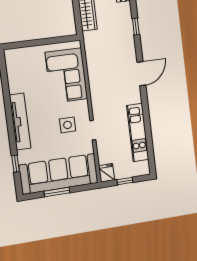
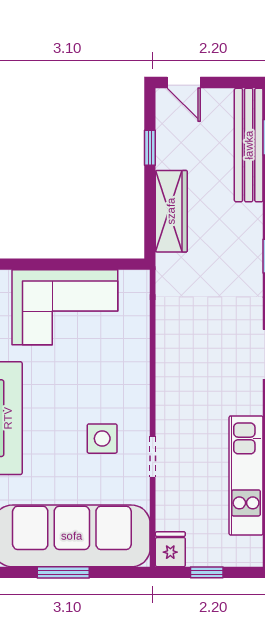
corner sofa: (66, 75) -> (65, 307), moved, turned -90

